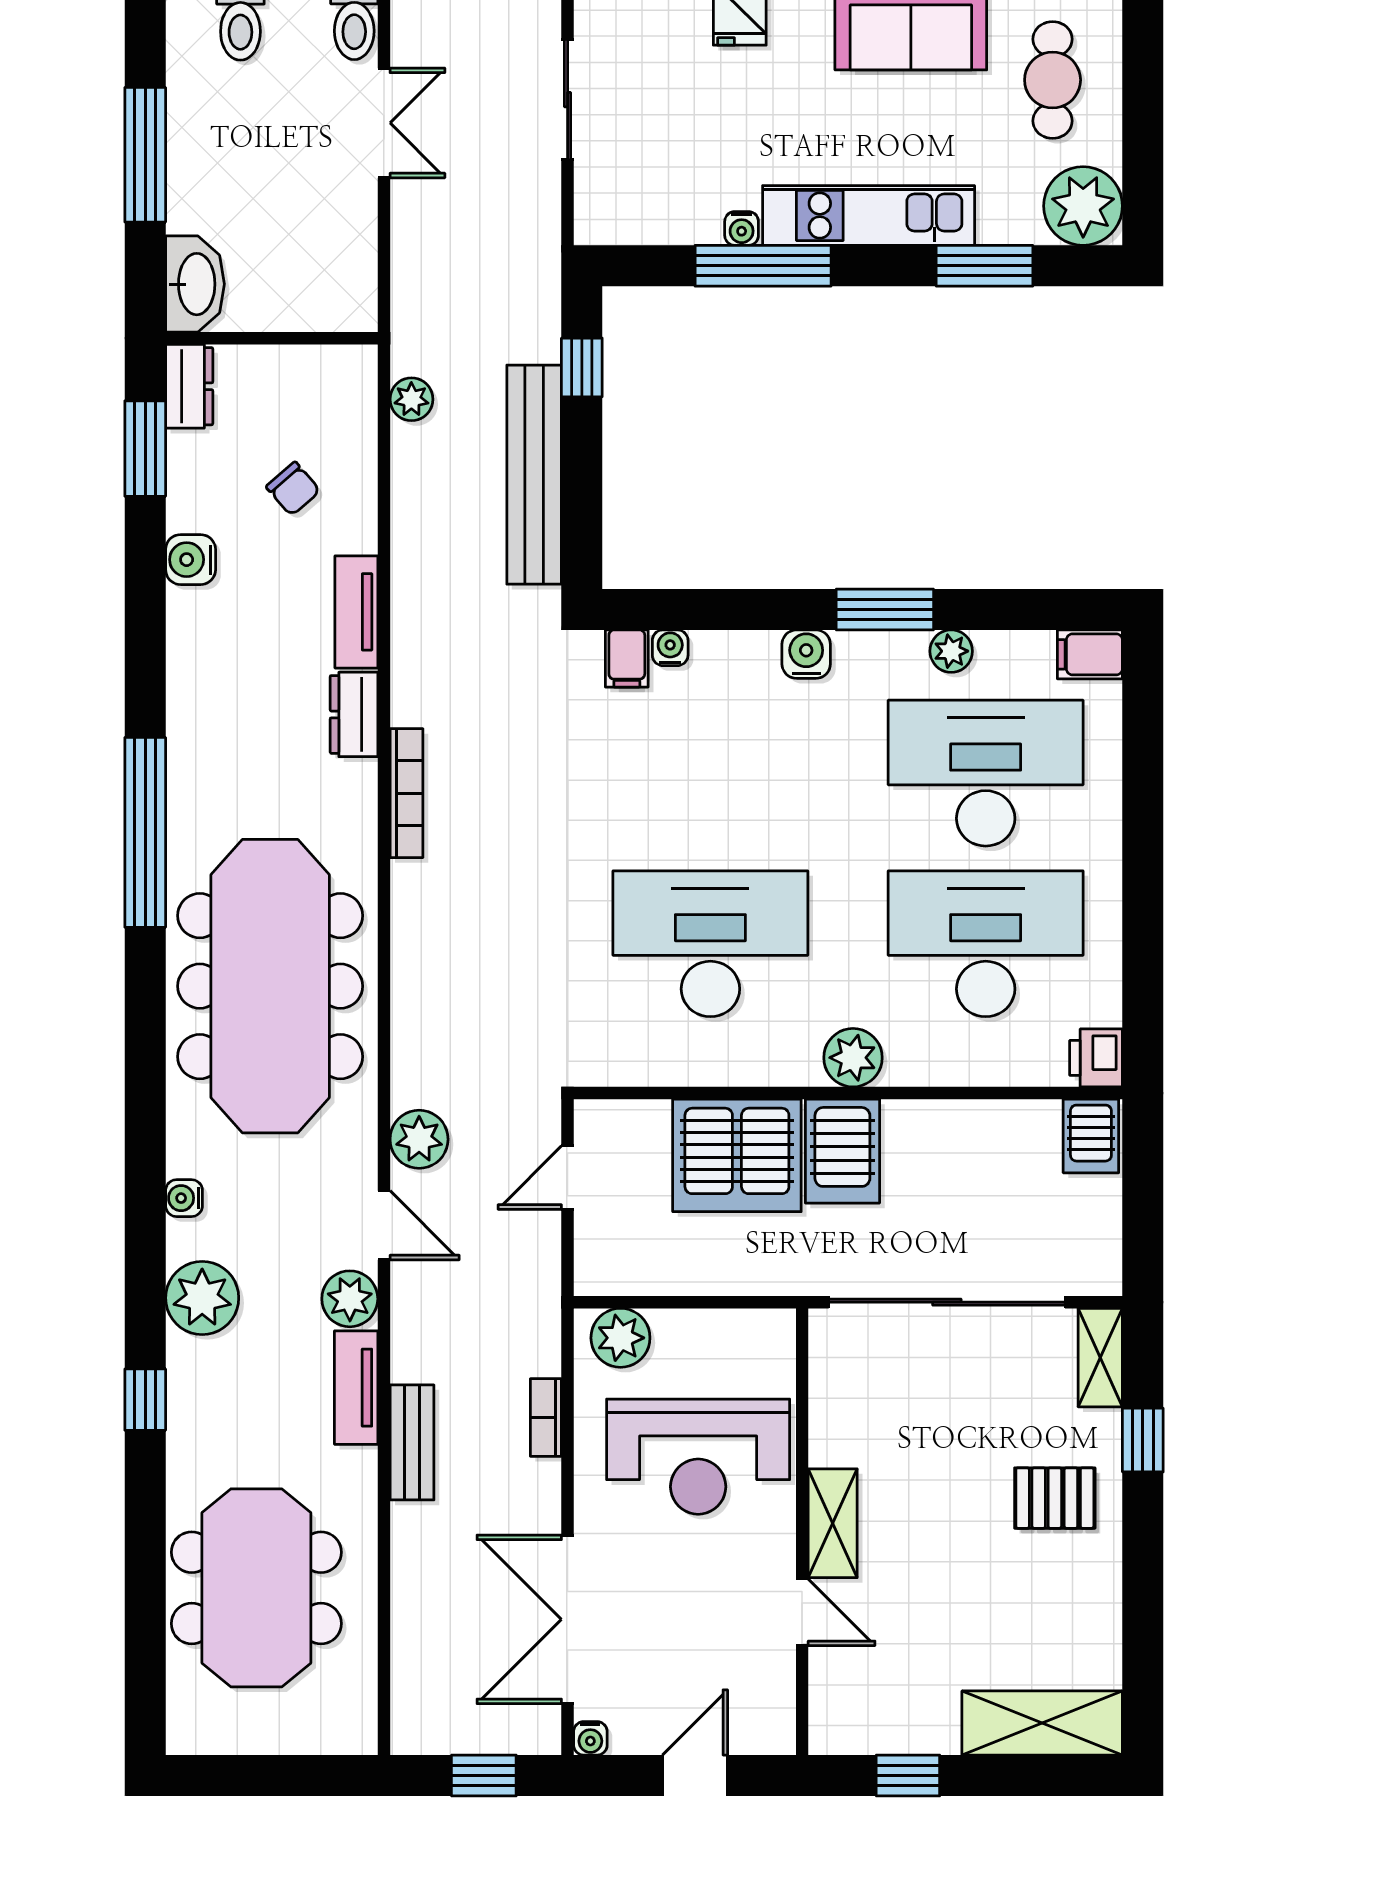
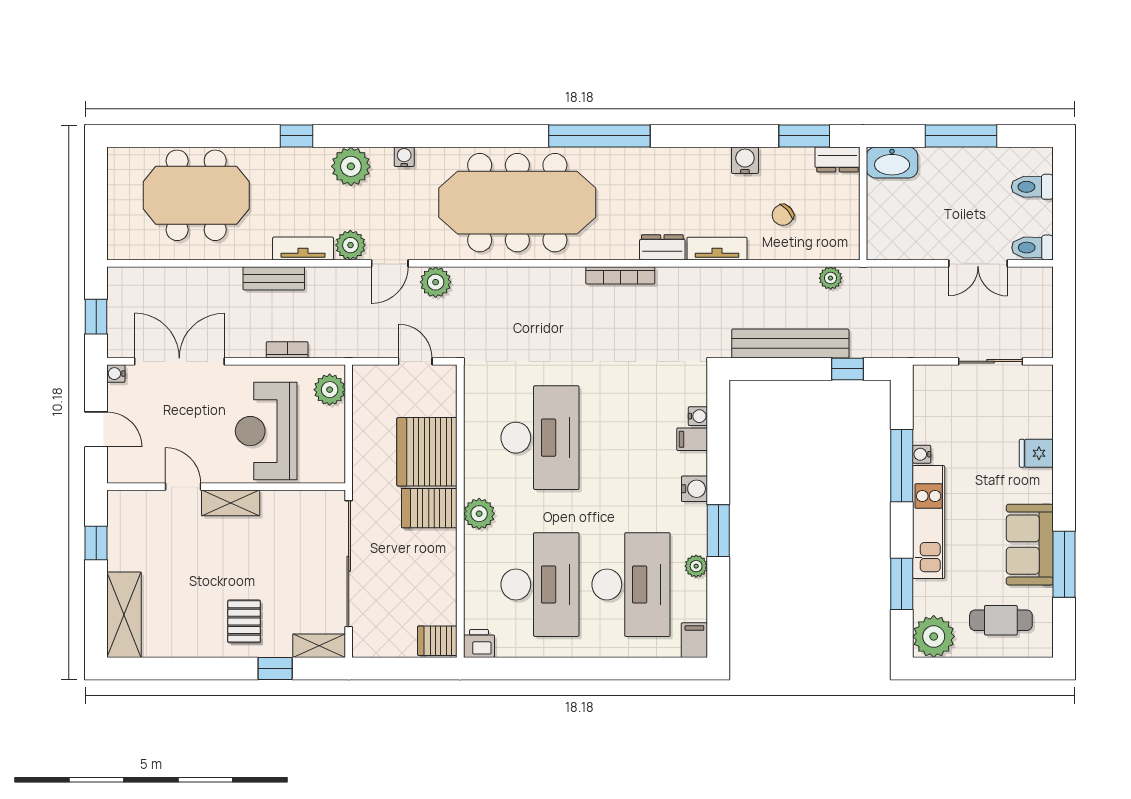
filing cabinet: (627, 659) -> (692, 439), moved
door: (802, 1612) -> (183, 487), swing flipped

